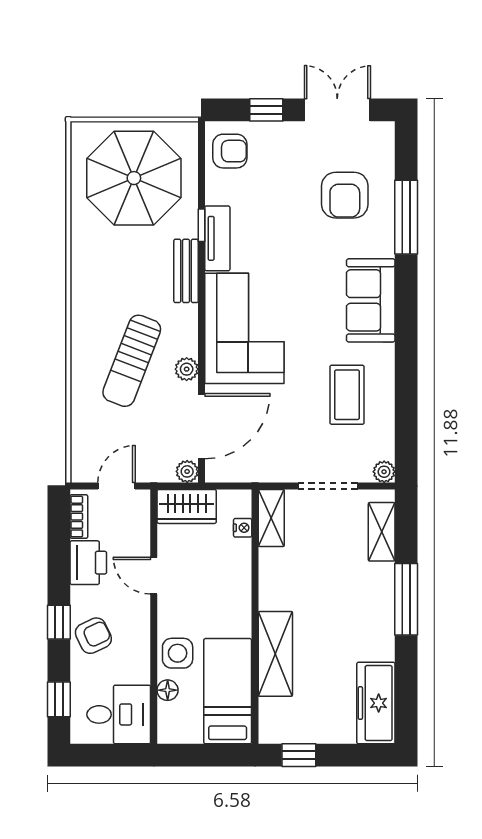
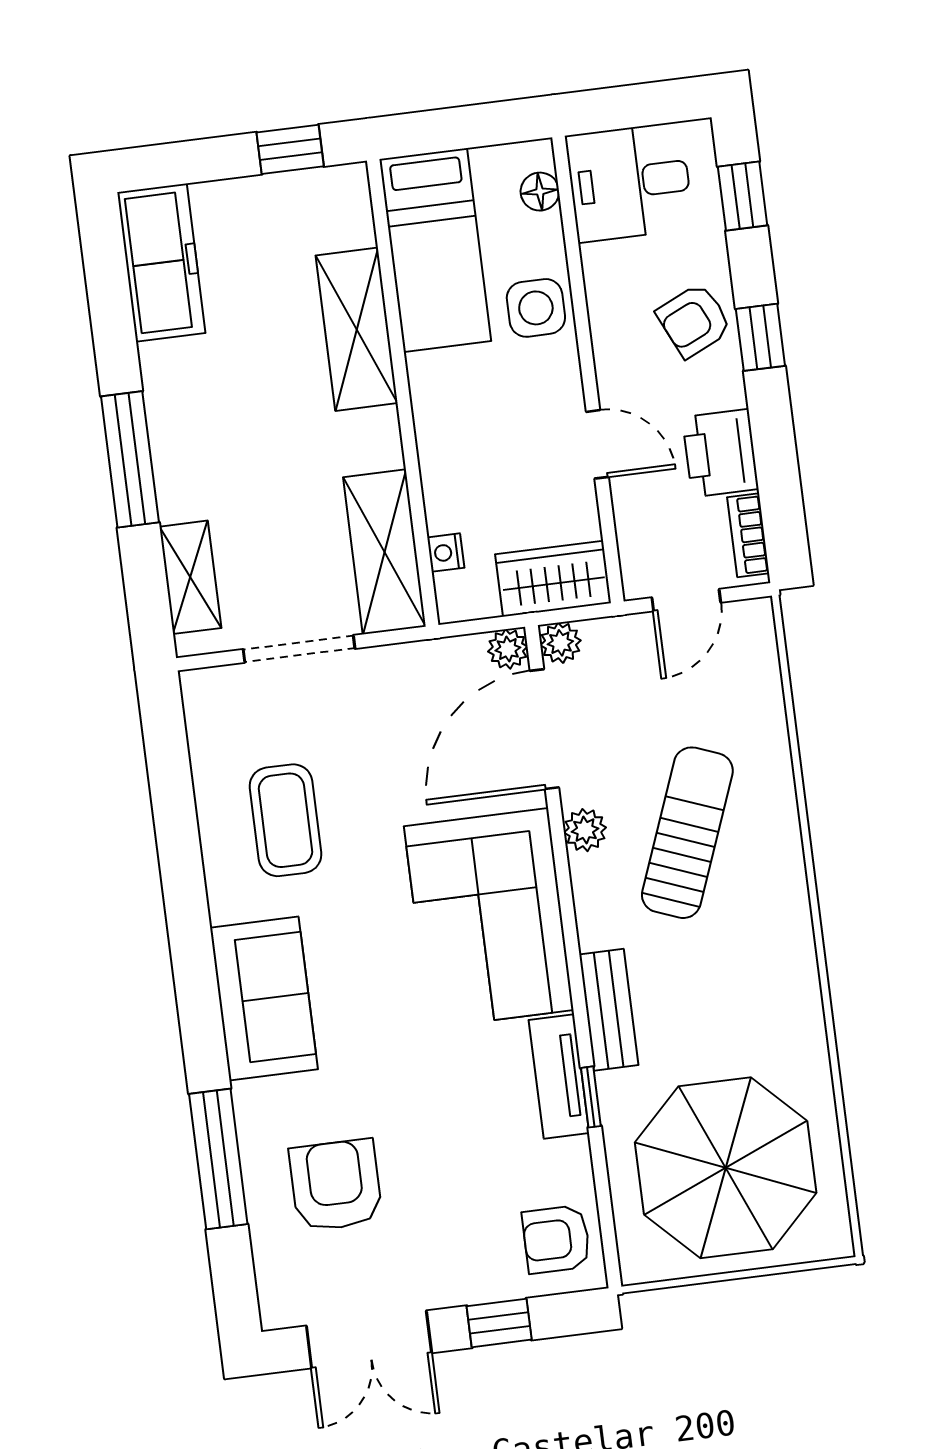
plant: (384, 472) -> (508, 649), moved
shelving: (271, 518) -> (384, 552), width x1.50, depth x1.33
floor lamp: (168, 690) -> (540, 192), moved

